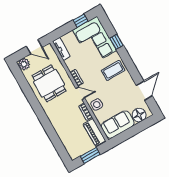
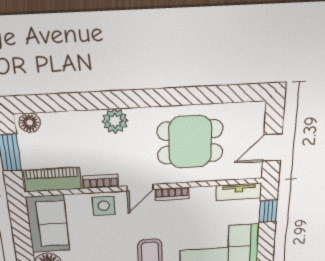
window: (80, 21) -> (268, 211), moved
plant: (24, 64) -> (115, 121), moved
floor lamp: (73, 153) -> (30, 123), added

